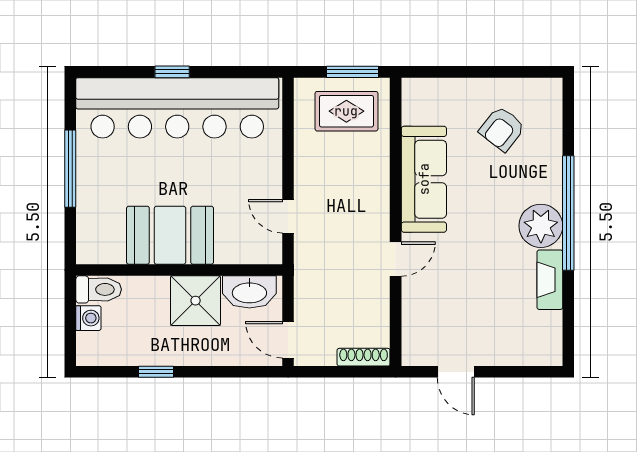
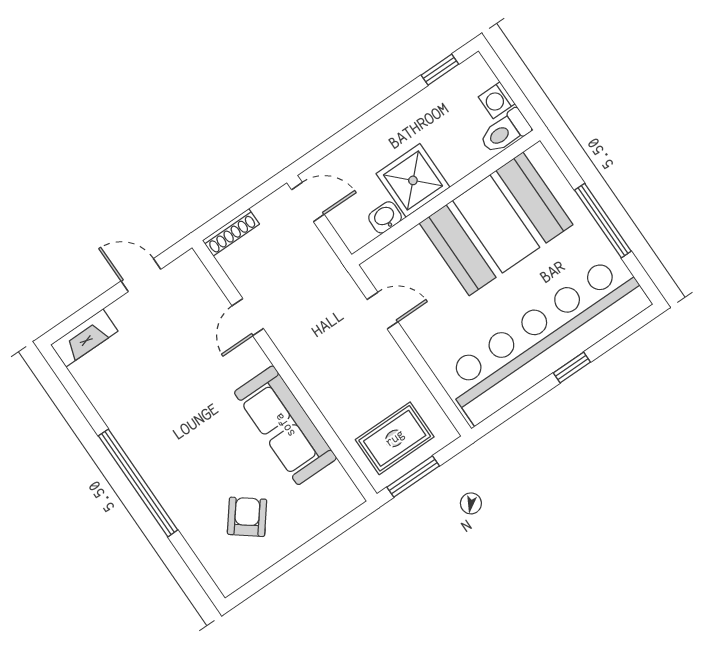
plant: (541, 226) -> (154, 455), removed
booth: (170, 235) -> (496, 224), width x1.36, depth x1.42
door: (396, 259) -> (248, 317), moved
fireplace: (550, 280) -> (84, 338), moved, turned 90
washbasin: (249, 292) -> (385, 217), width x0.52, depth x0.69
window: (156, 372) -> (440, 70), moved

